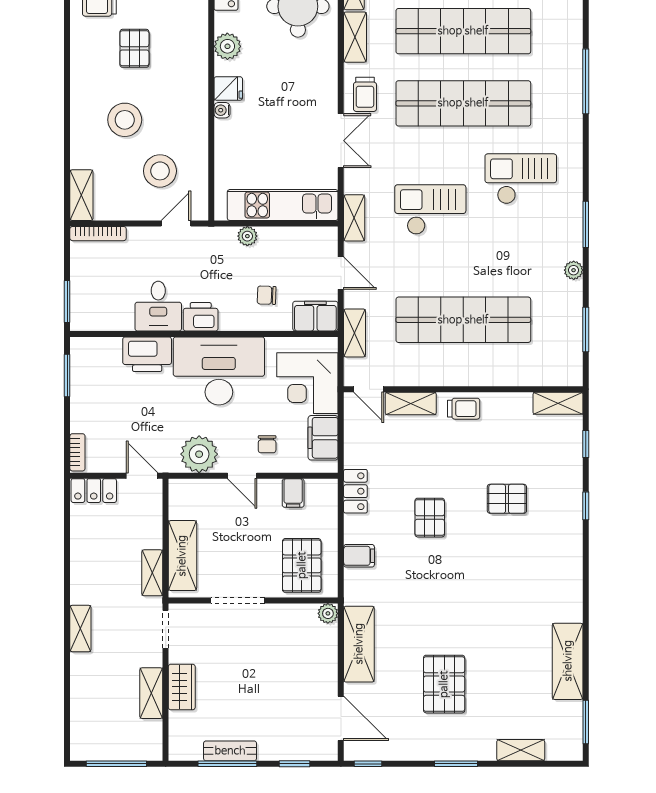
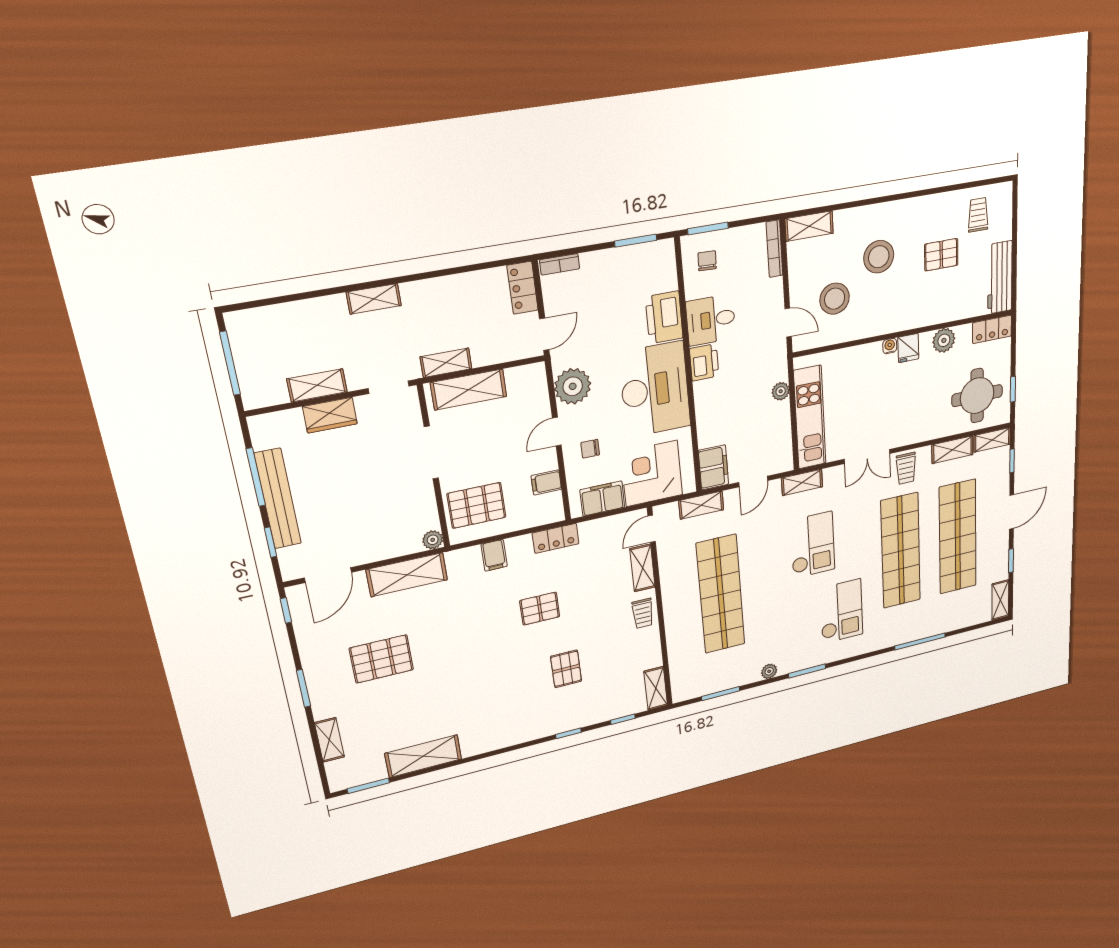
trolley: (365, 94) -> (906, 468), turned -90
chair: (267, 295) -> (707, 261), moved
bench: (230, 751) -> (278, 499), width x1.86, depth x1.21

